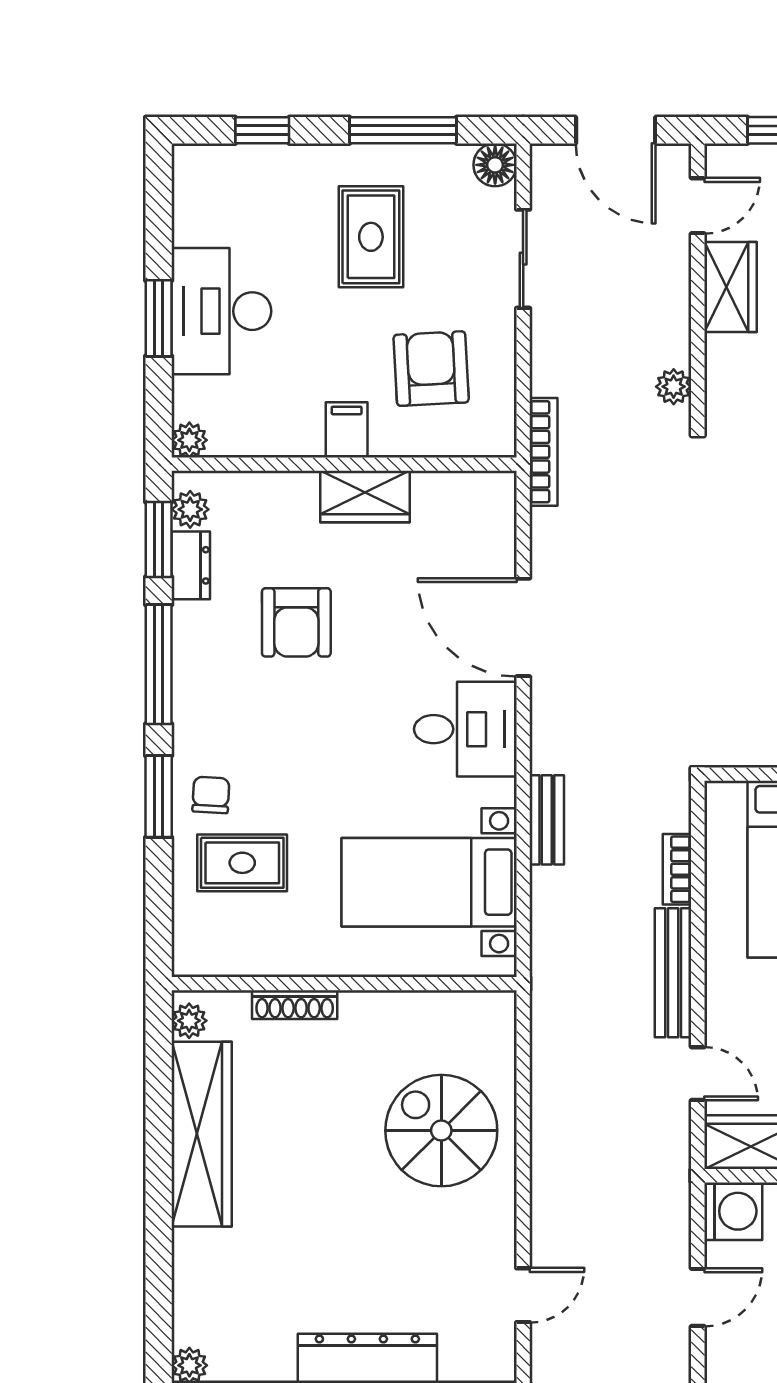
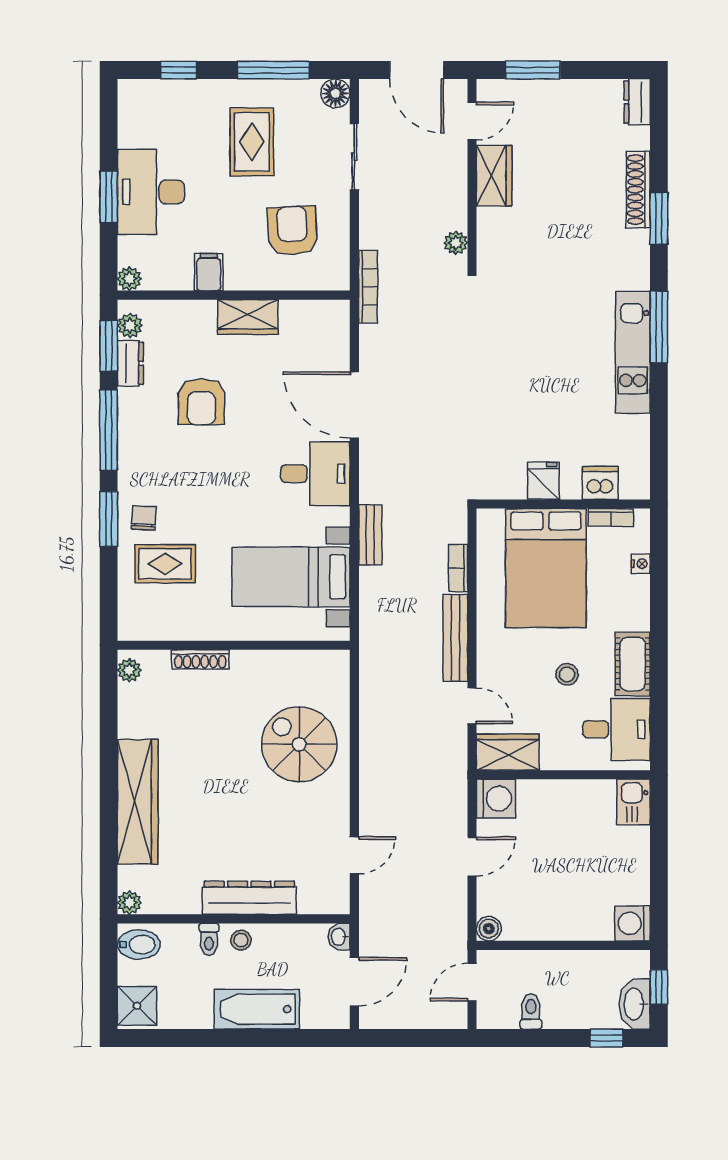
filing cabinet: (347, 430) -> (209, 272), moved
wardrobe: (202, 1134) -> (138, 802), moved

